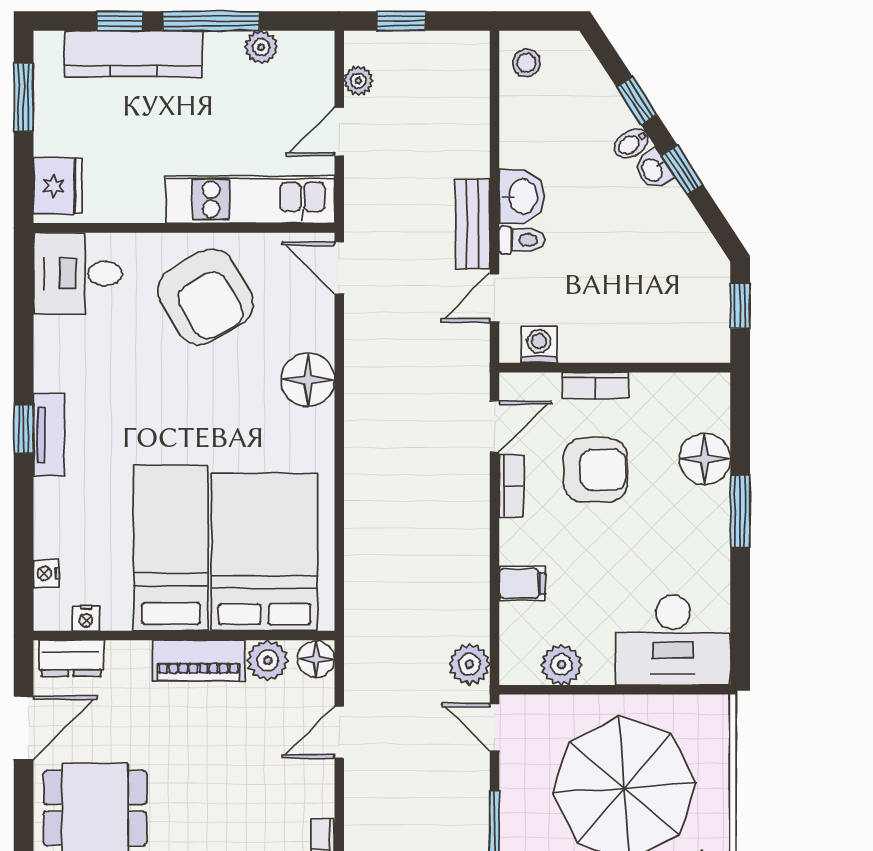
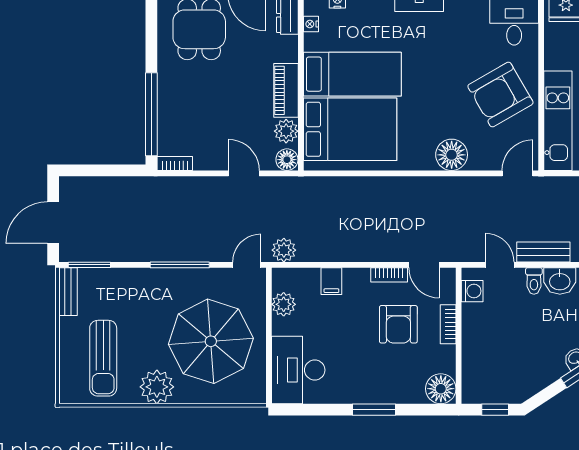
floor lamp: (705, 459) -> (441, 389), moved

